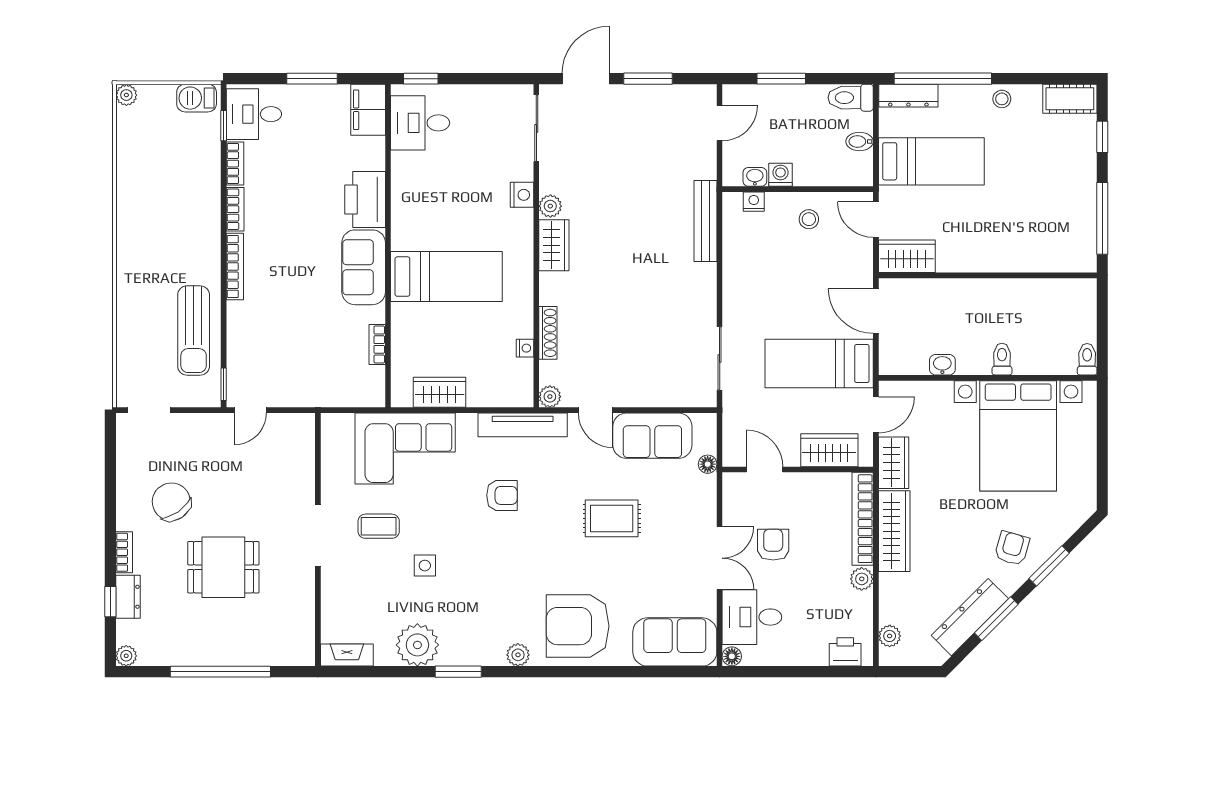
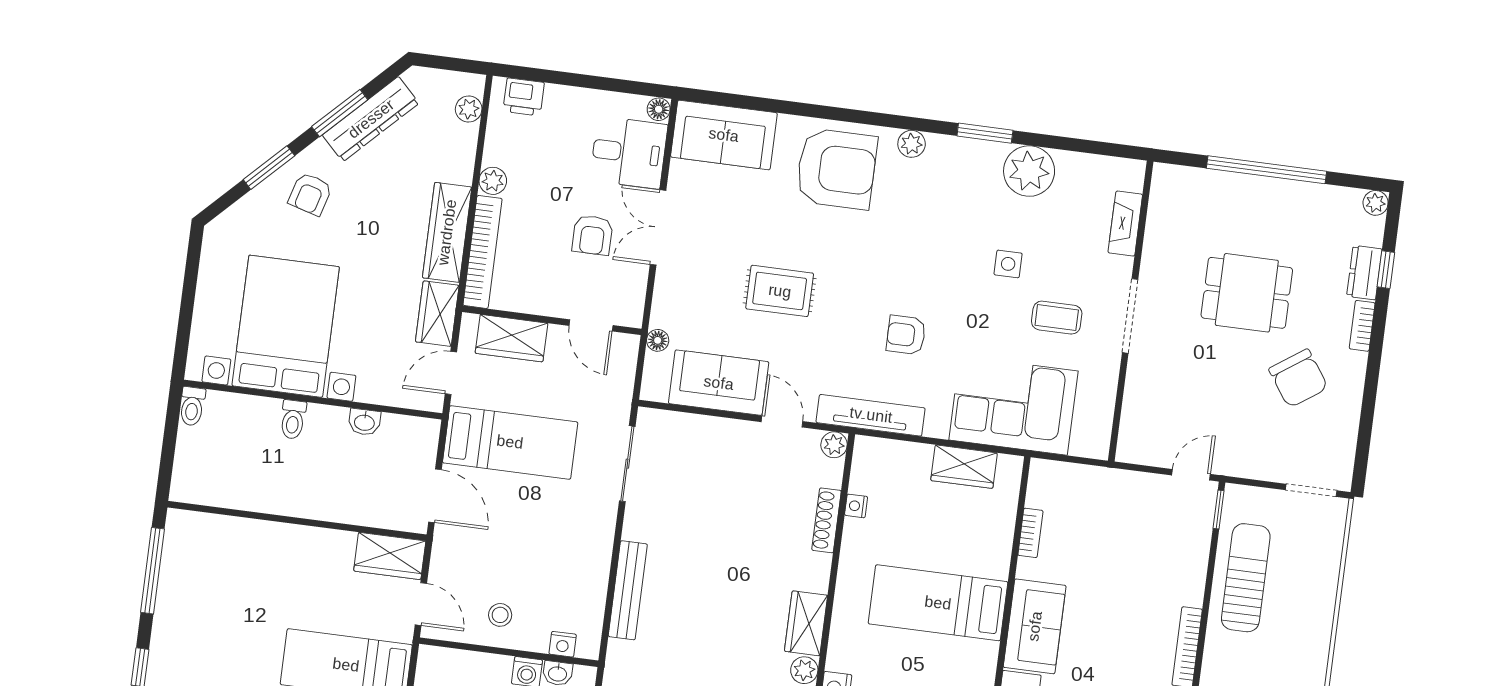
bench: (705, 221) -> (628, 590), moved
fireplace: (347, 655) -> (1125, 224), moved, turned 90

